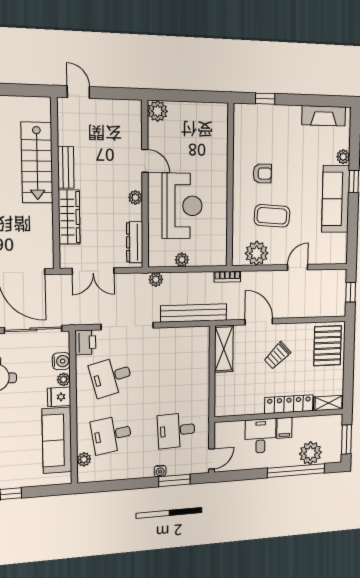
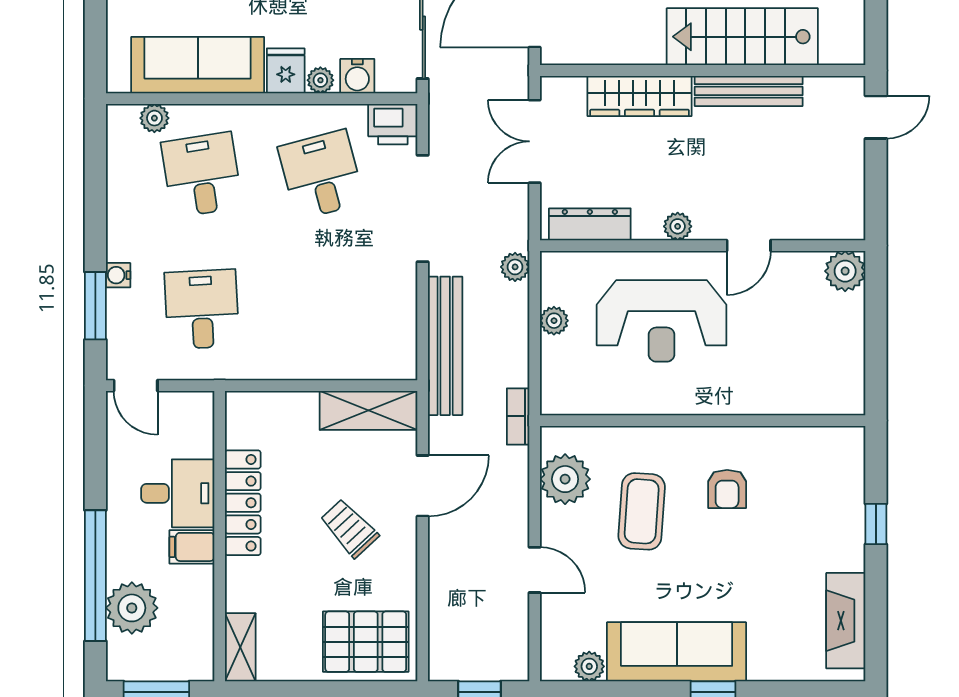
window: (265, 99) -> (876, 524), moved
plant: (343, 157) -> (589, 666), moved
bench: (66, 167) -> (749, 91), width x1.36
locker: (289, 404) -> (243, 503), moved

